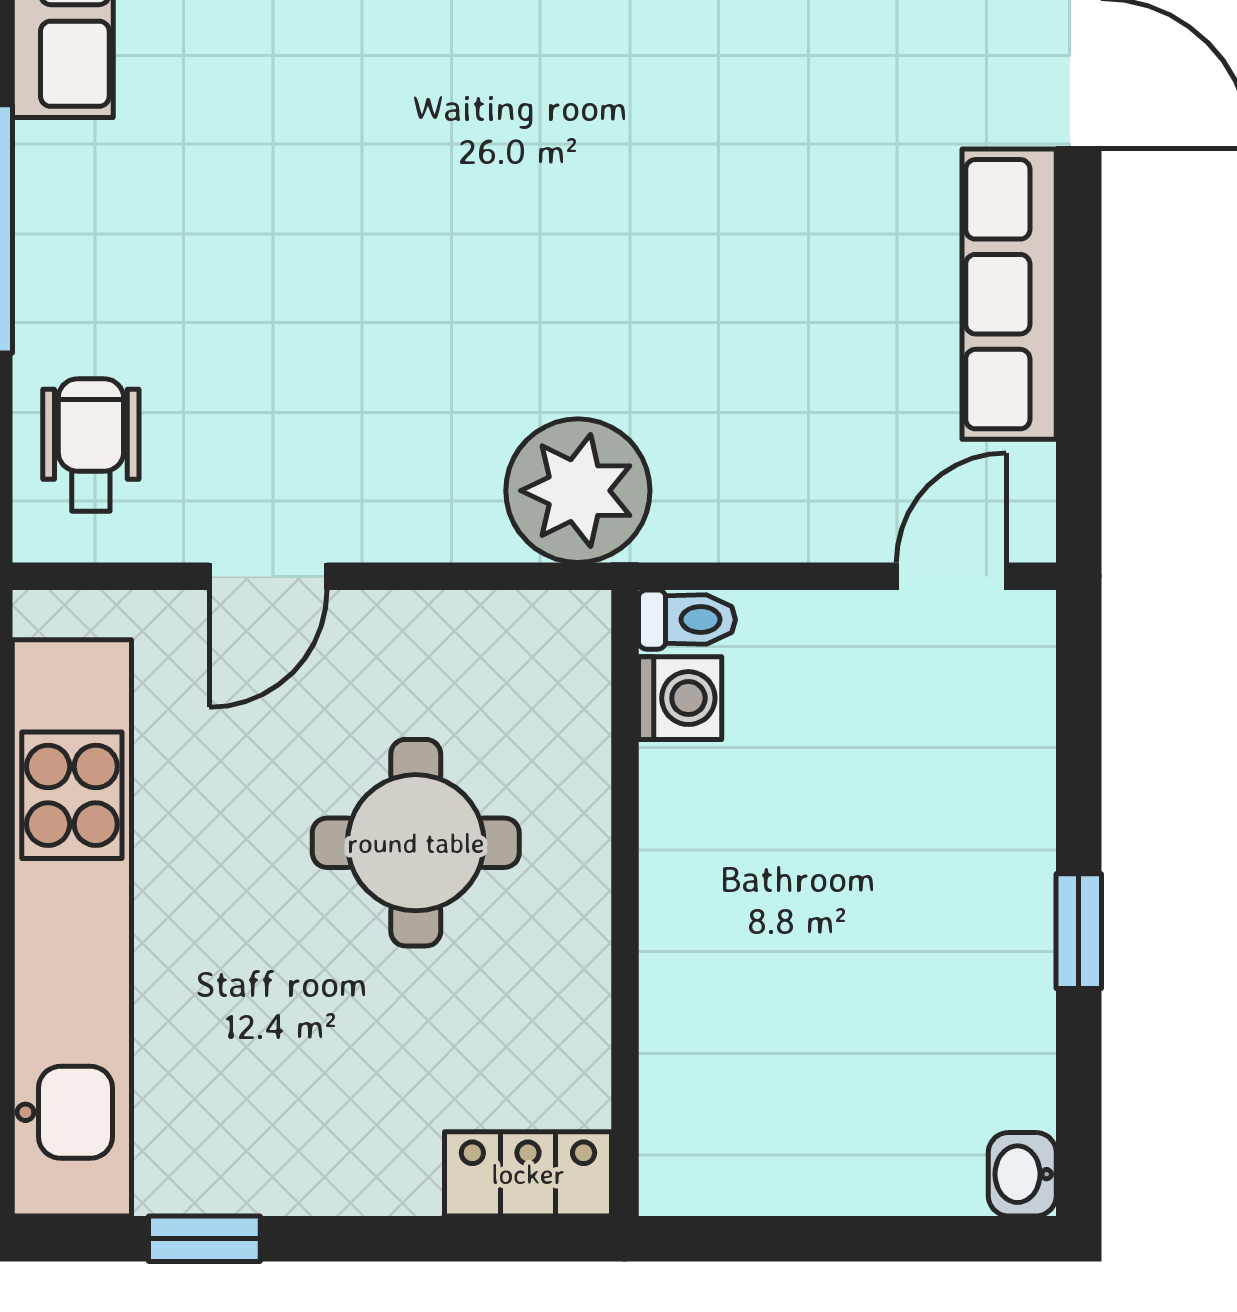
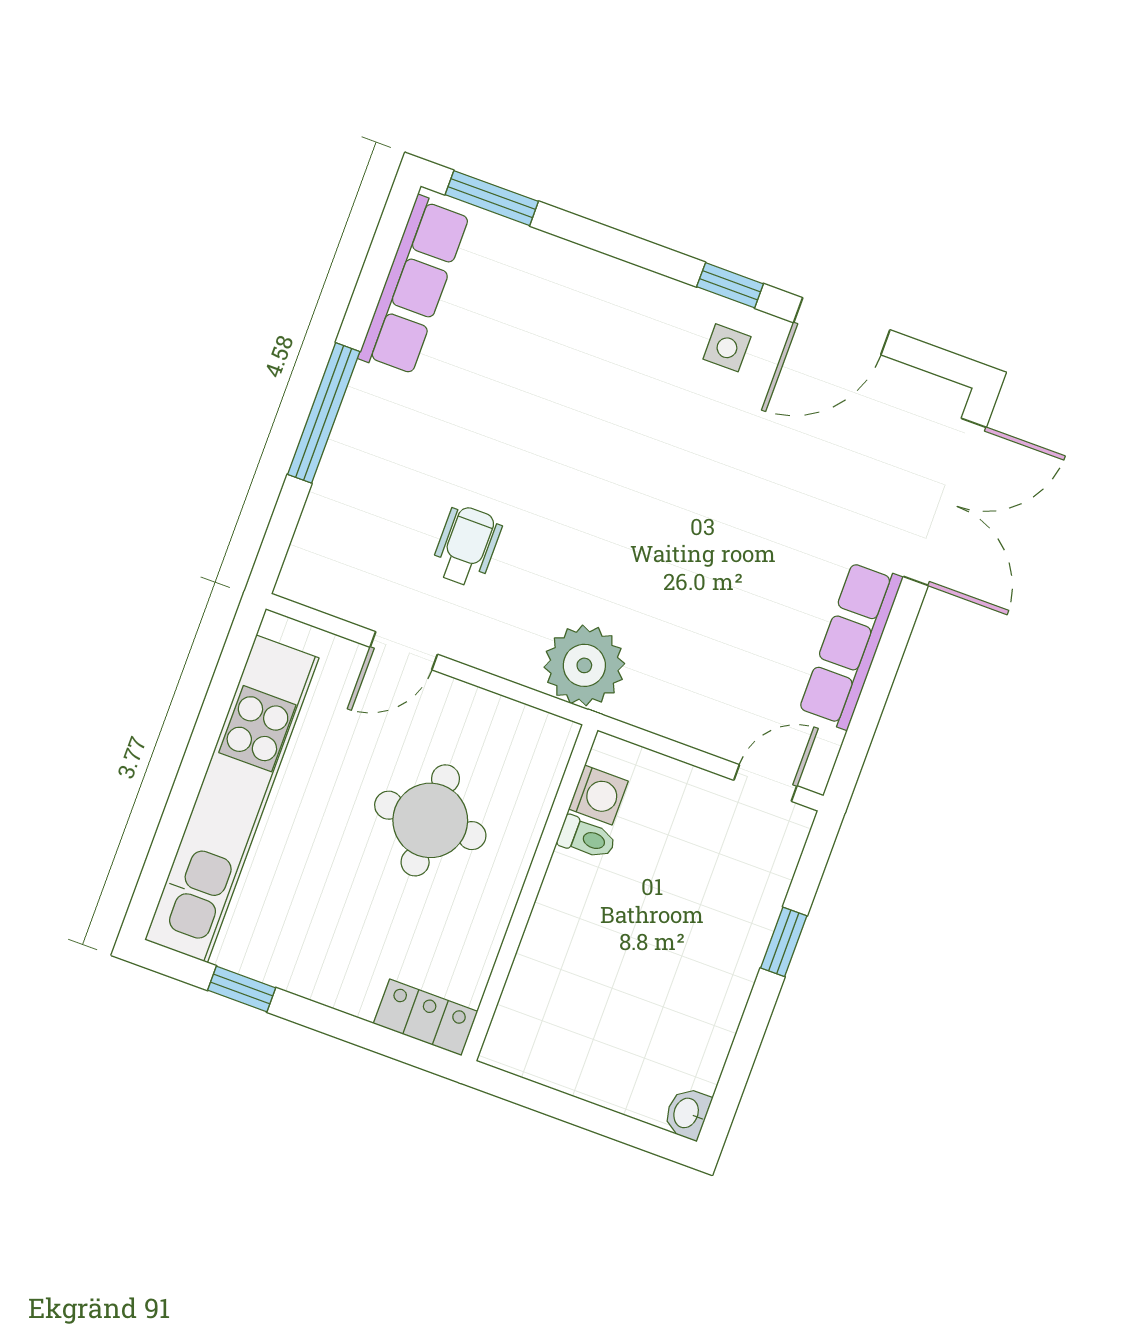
wheelchair: (91, 445) -> (466, 546), moved
toilet: (687, 620) -> (587, 838), moved
window: (1079, 931) -> (784, 942), moved

